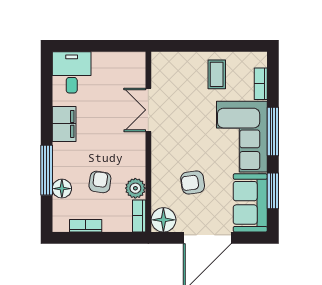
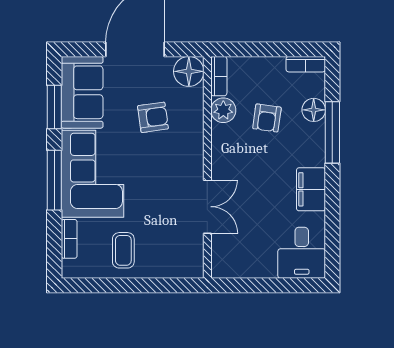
bookcase: (86, 226) -> (306, 64), moved

